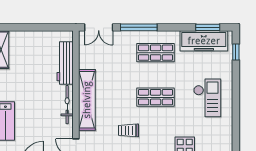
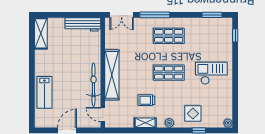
freezer: (204, 41) -> (209, 26), removed
workbench: (65, 63) -> (83, 24), moved, turned -90
checkout: (207, 98) -> (211, 73), turned -90
bicycle: (67, 105) -> (94, 85), width x1.37, depth x1.40

